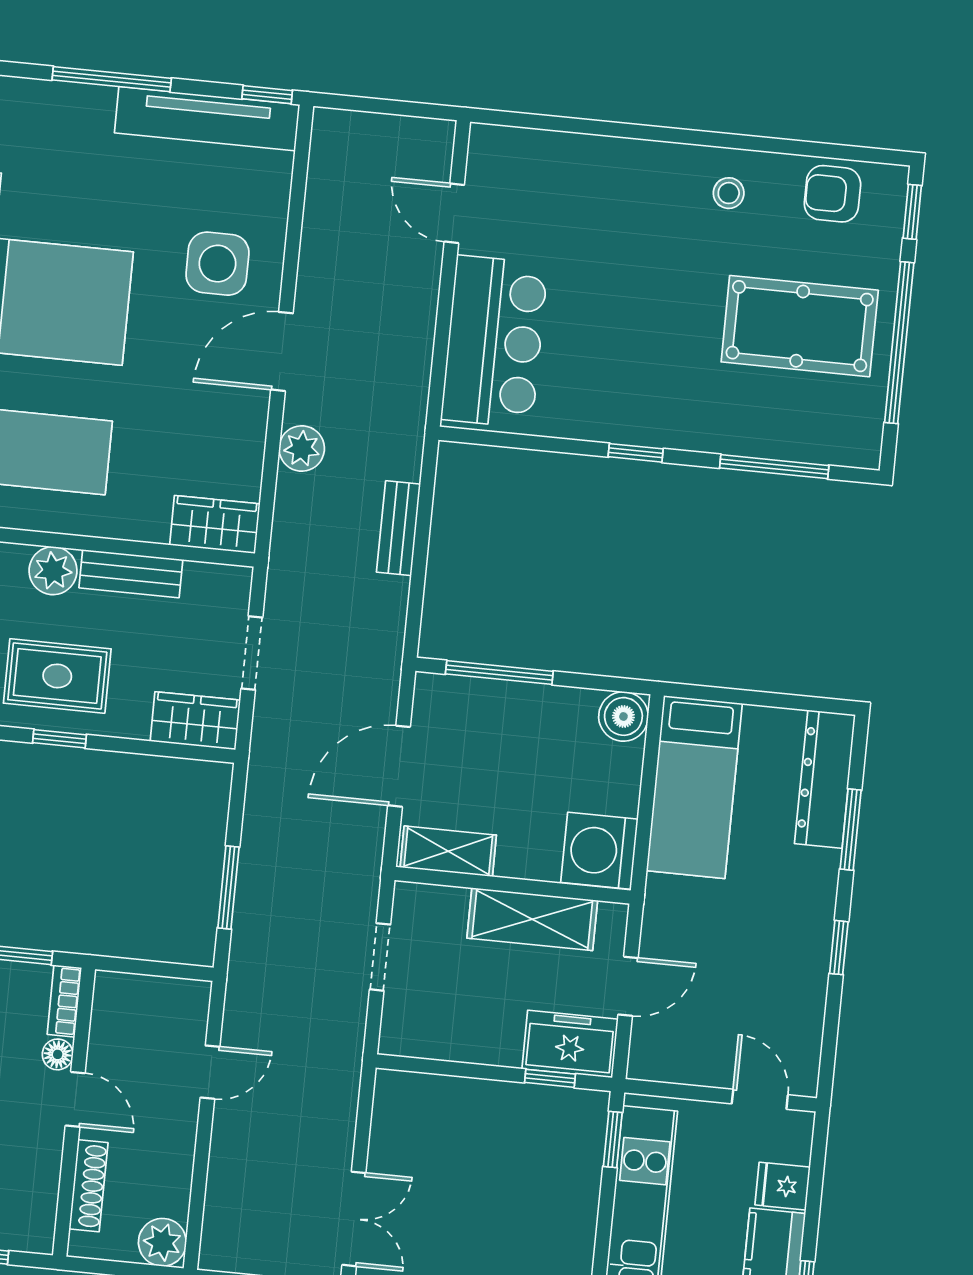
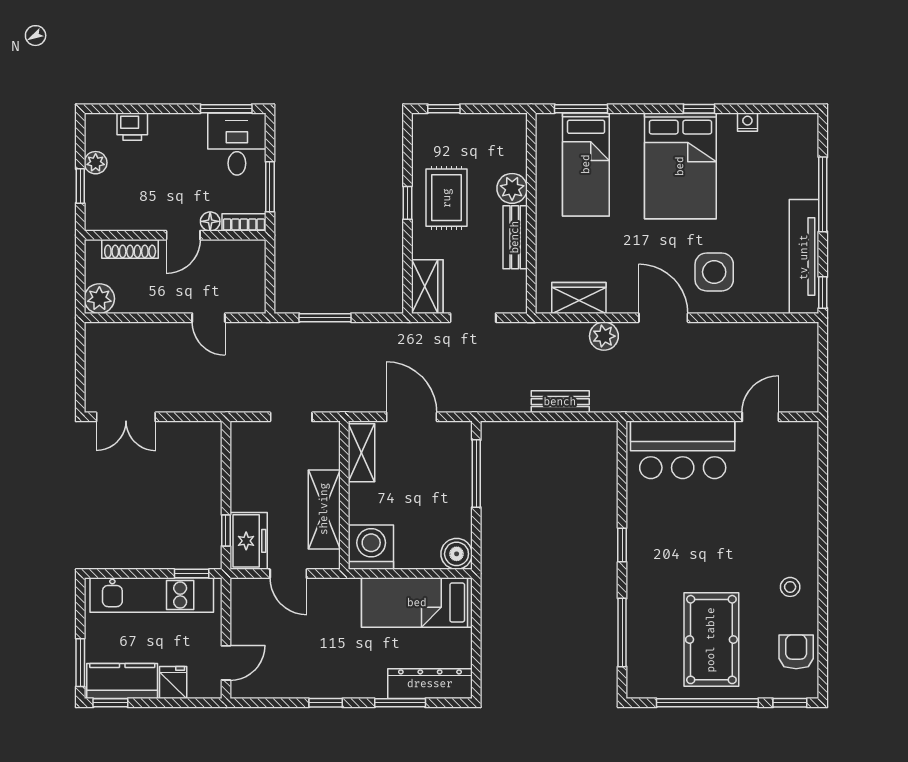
wardrobe: (215, 524) -> (579, 298), moved, turned -90

